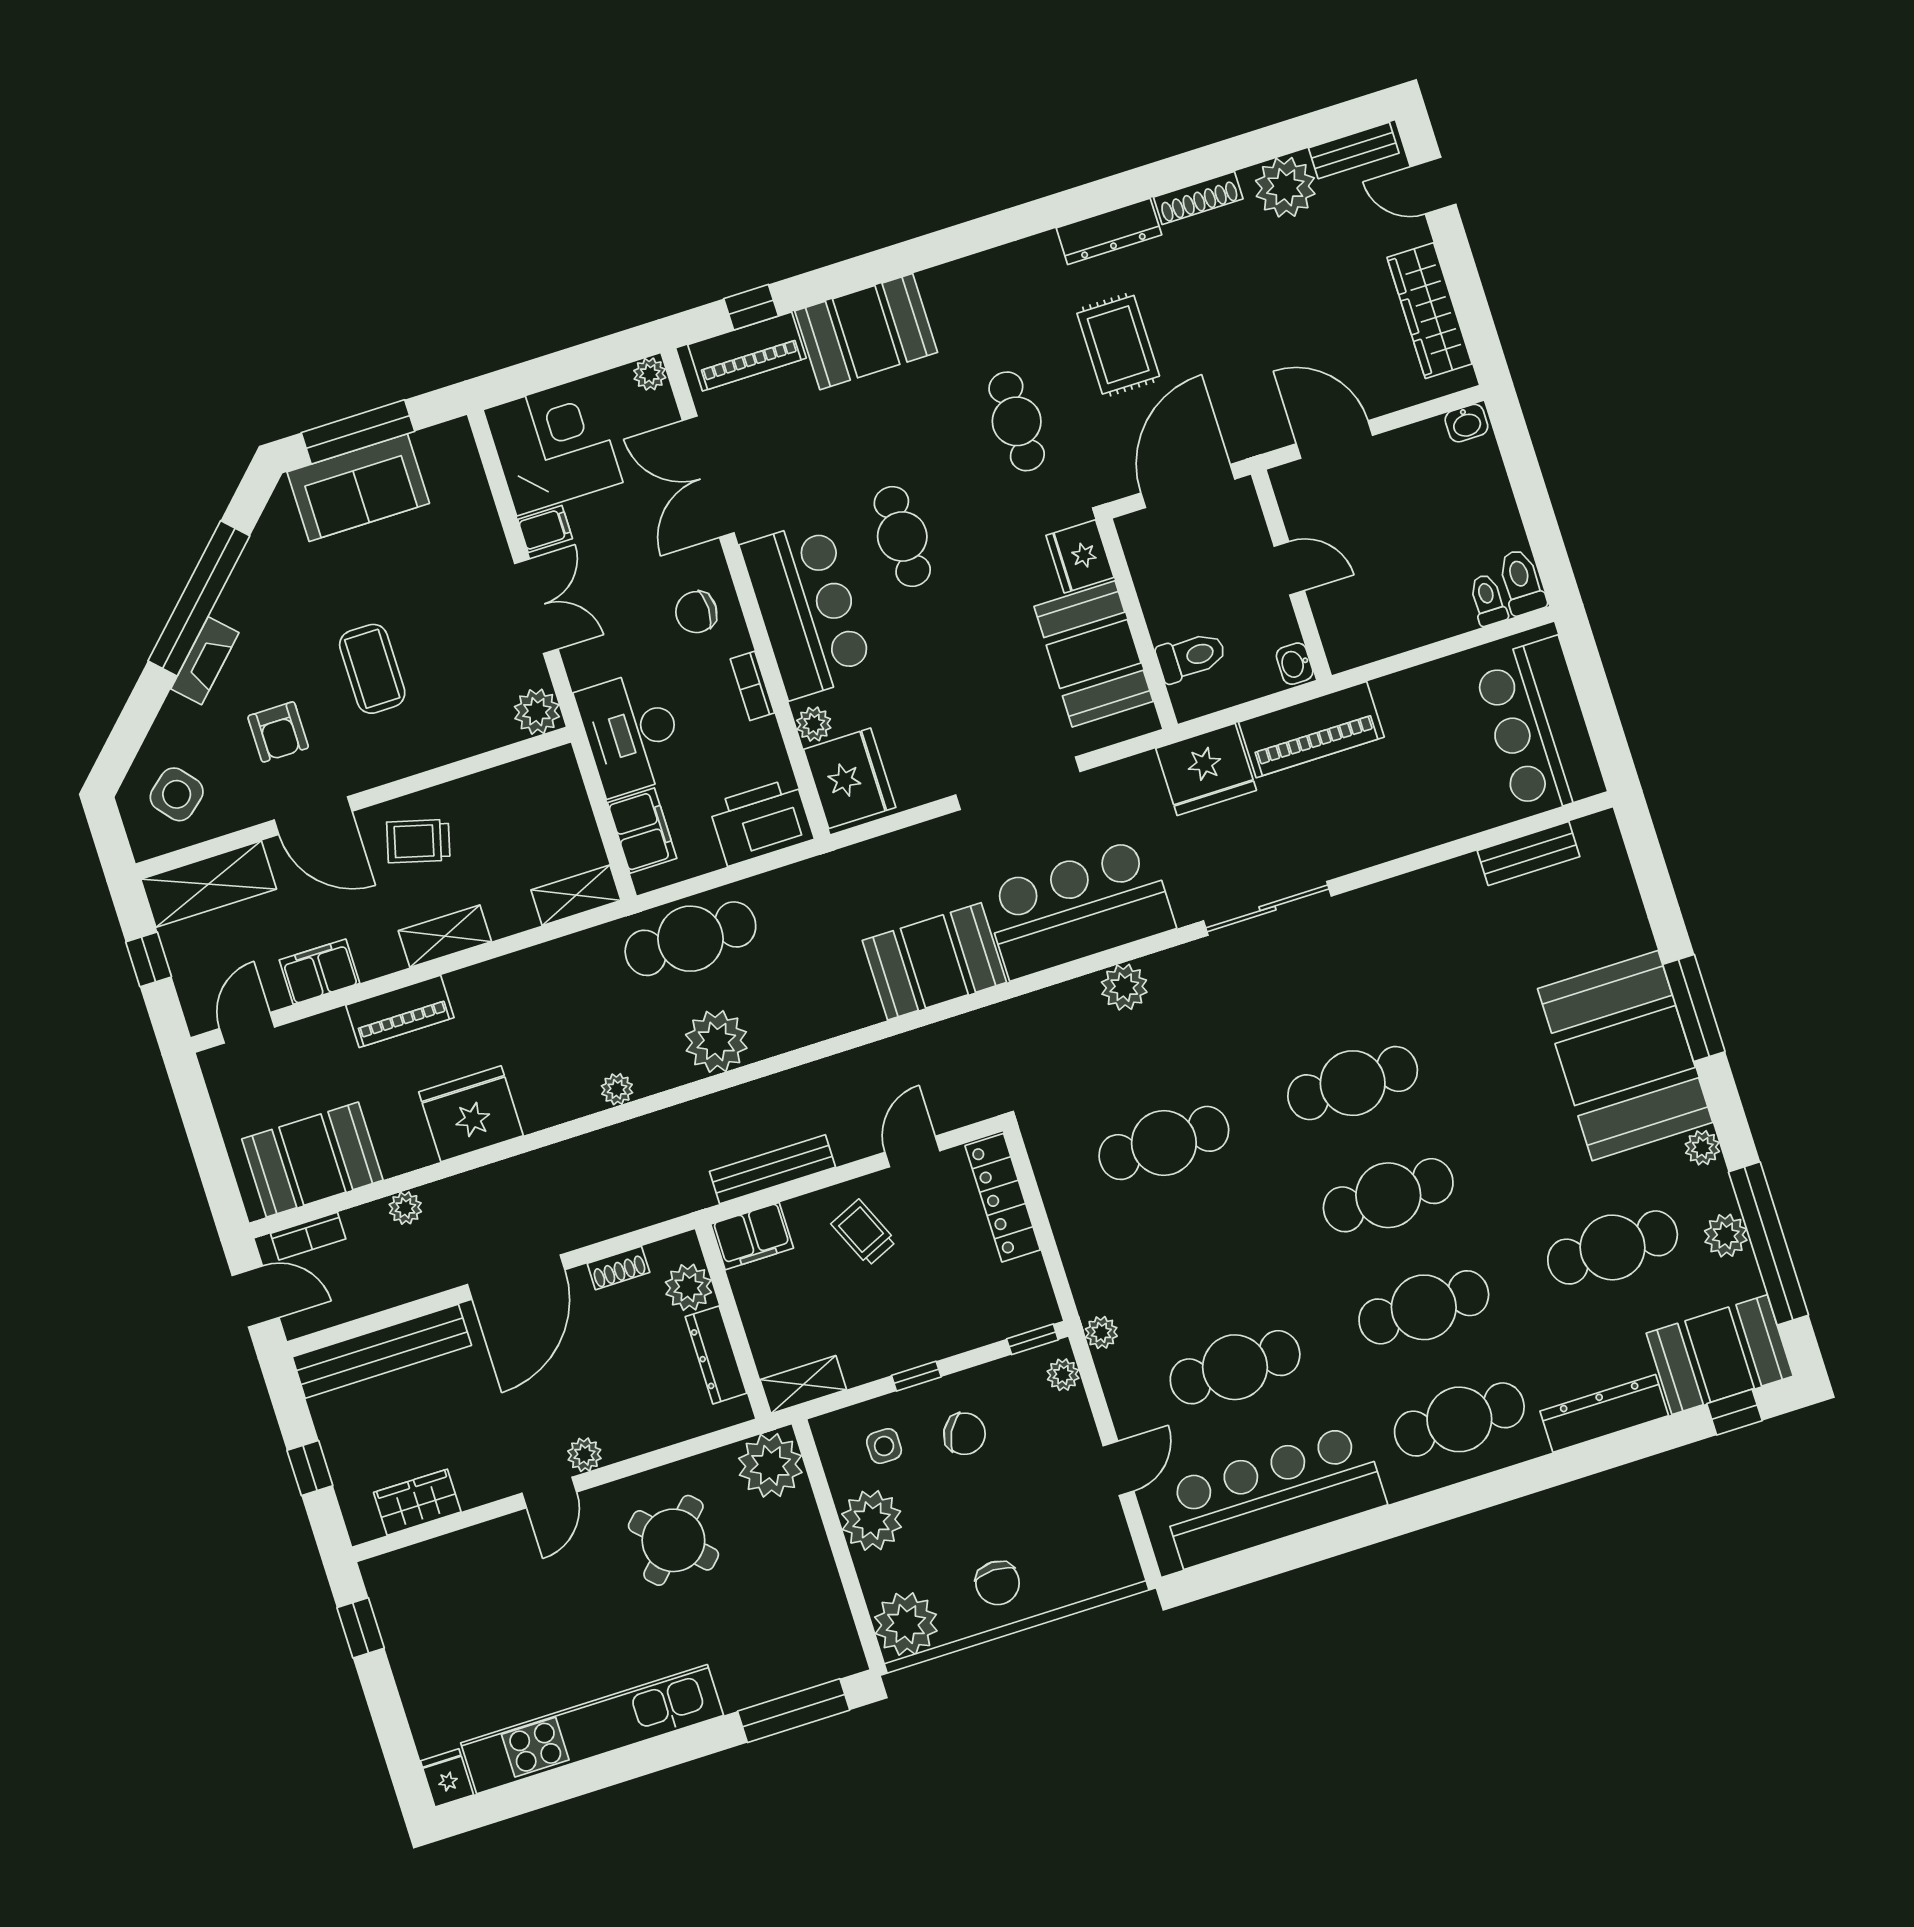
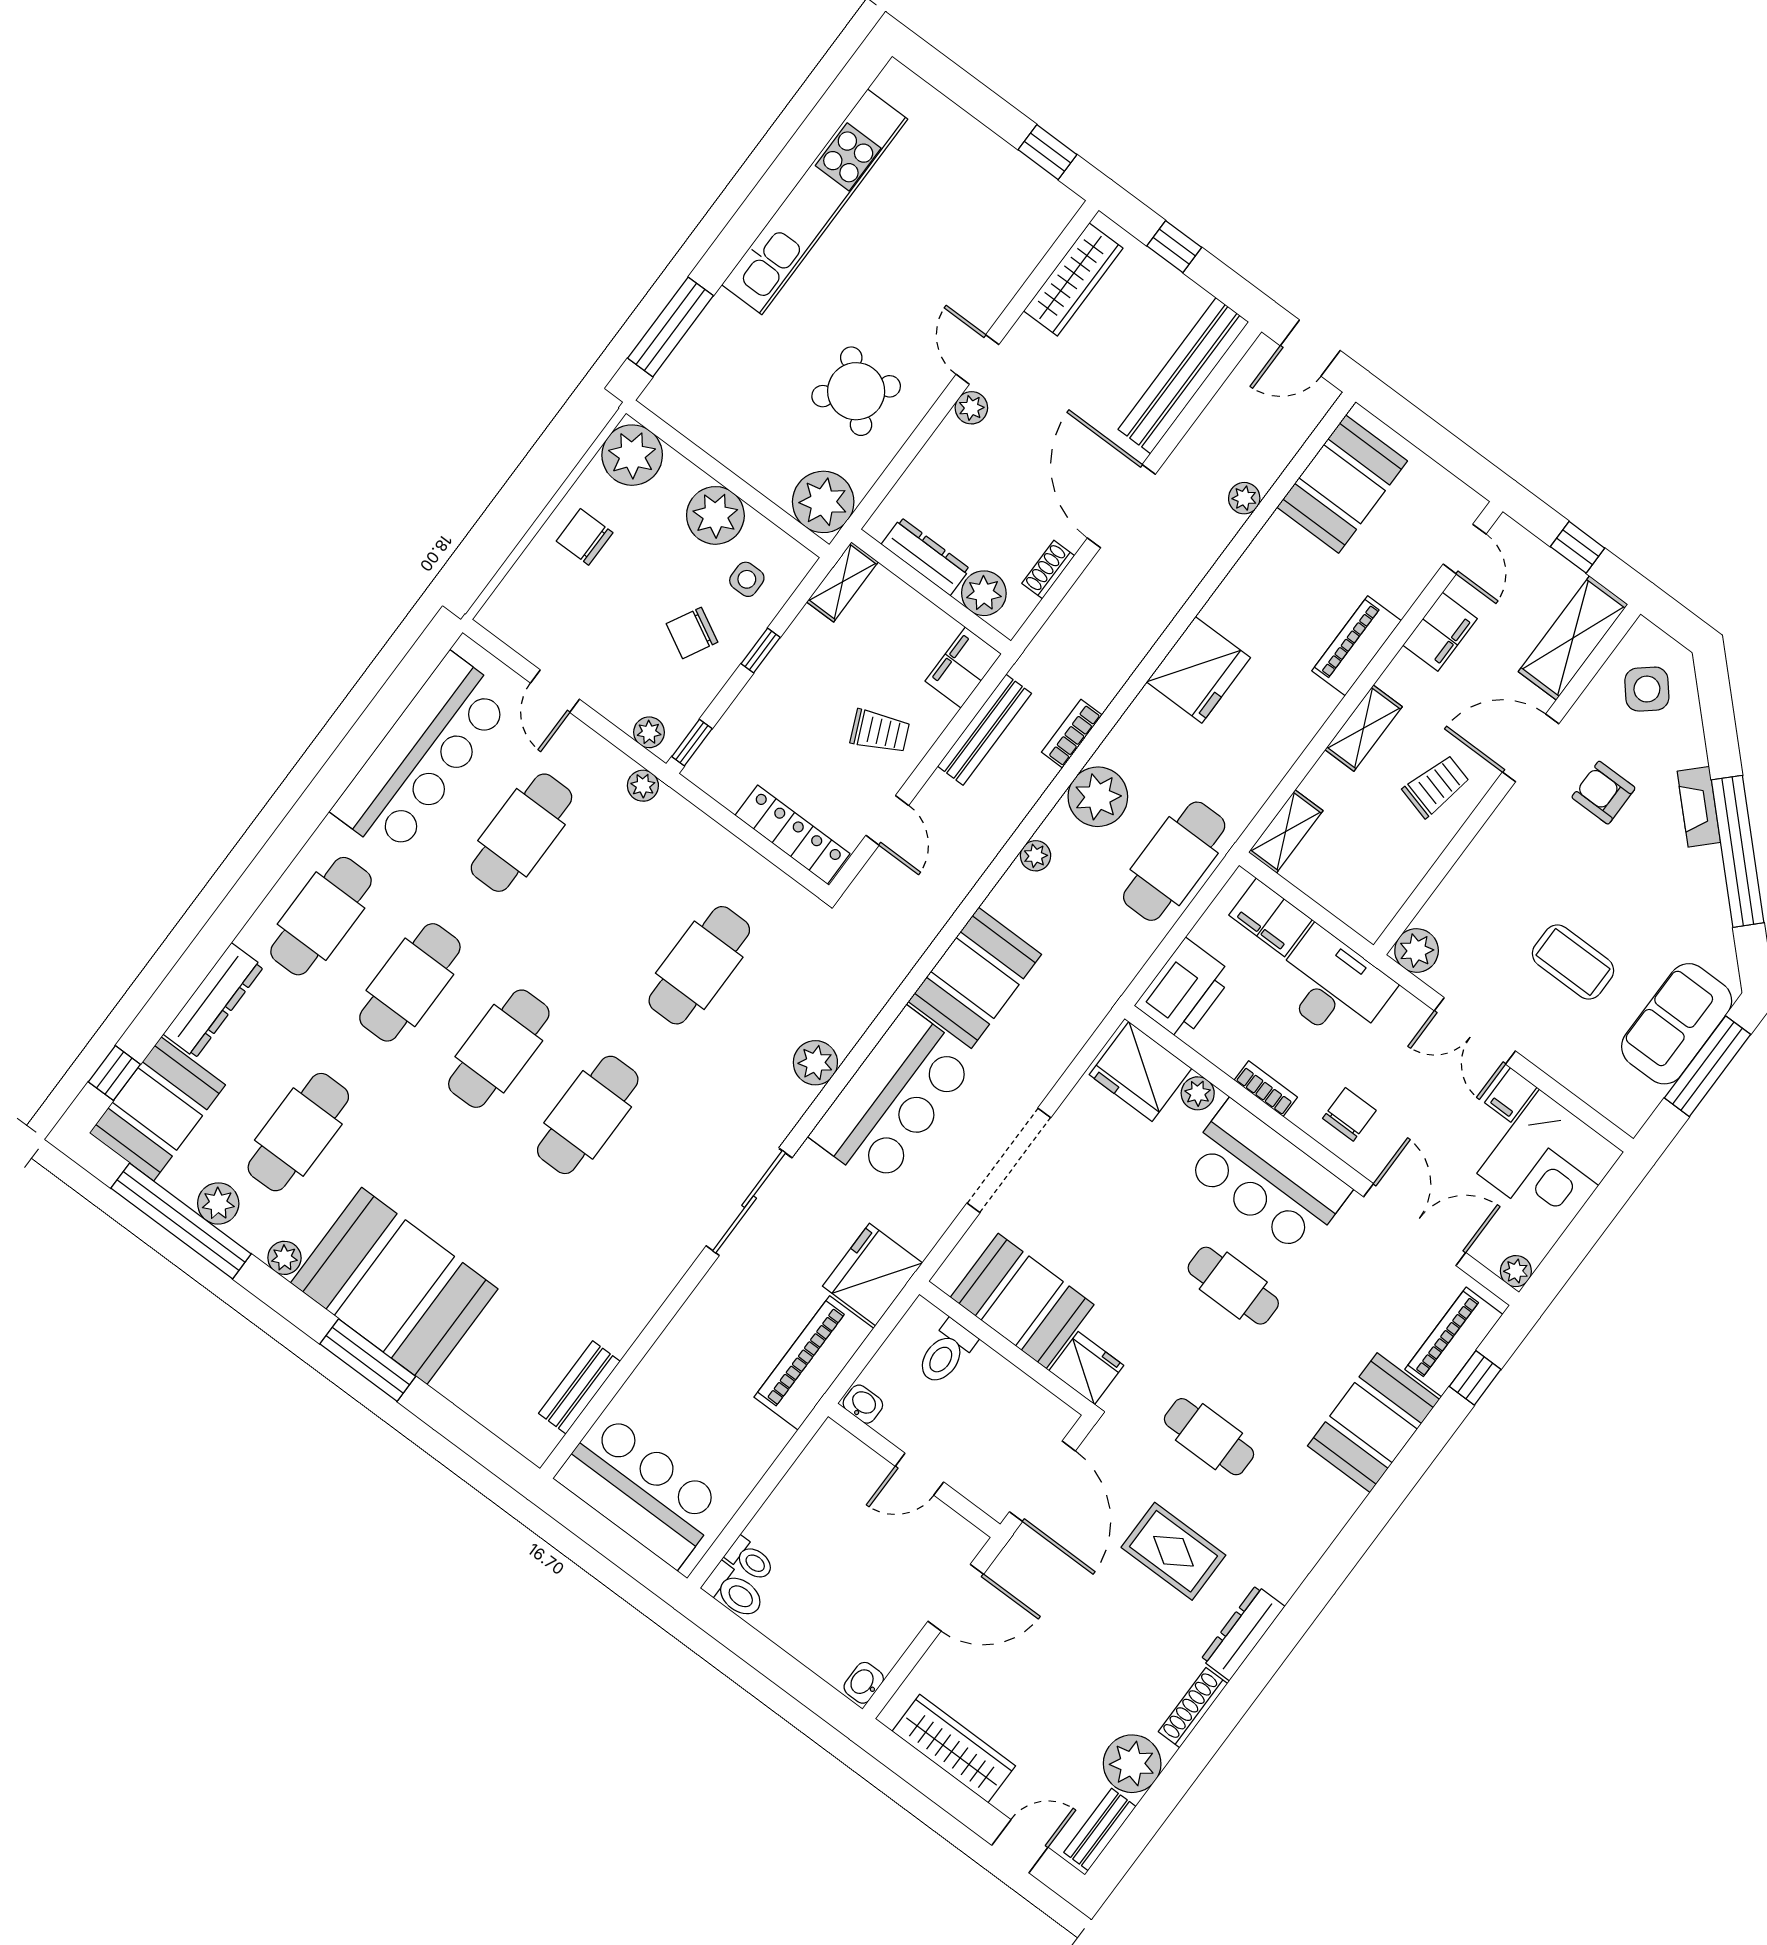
coffee table: (372, 669) -> (1573, 962), moved
plant: (617, 1089) -> (1036, 856), moved
fridge: (471, 1114) -> (1199, 670), moved
bookcase: (308, 1236) -> (1072, 734), moved
wardrobe: (417, 1502) -> (1073, 279), width x1.50
fridge: (447, 1778) -> (899, 85), removed

